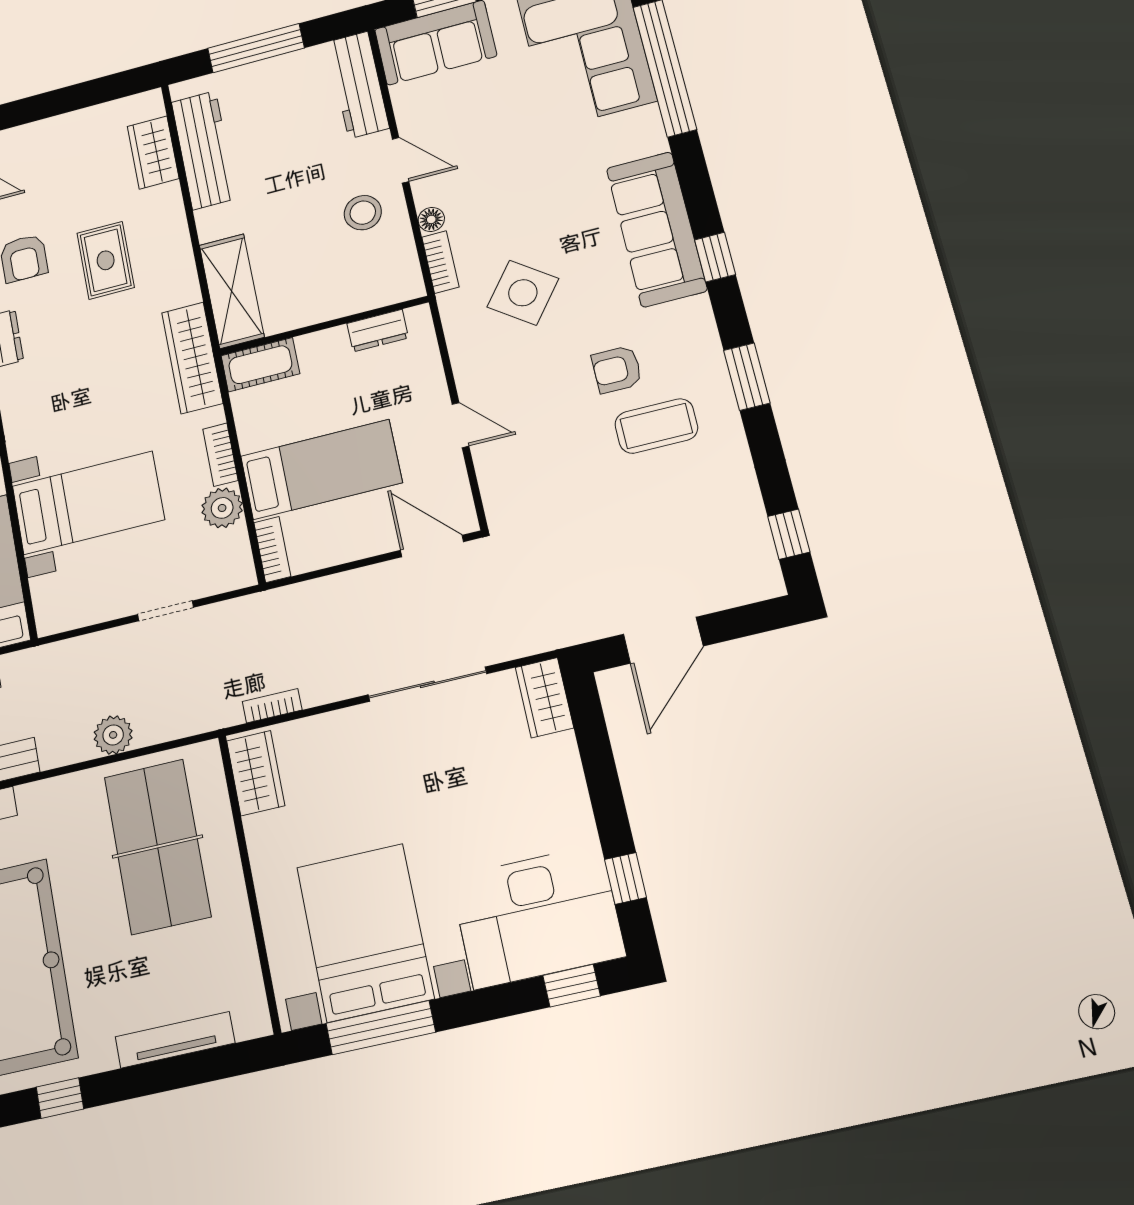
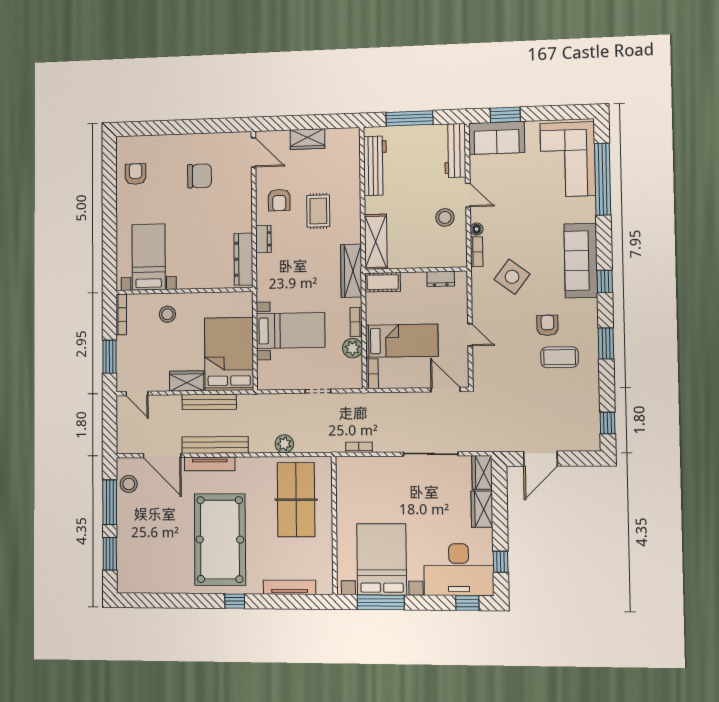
wardrobe: (153, 152) -> (307, 139), moved, turned -90
armchair: (617, 369) -> (547, 325), turned 90
wardrobe: (256, 773) -> (482, 509), moved, turned 180

